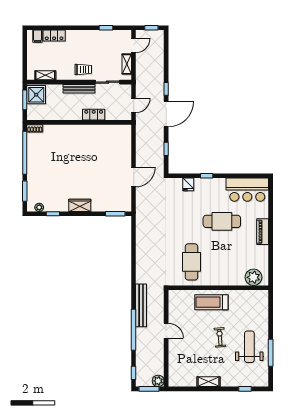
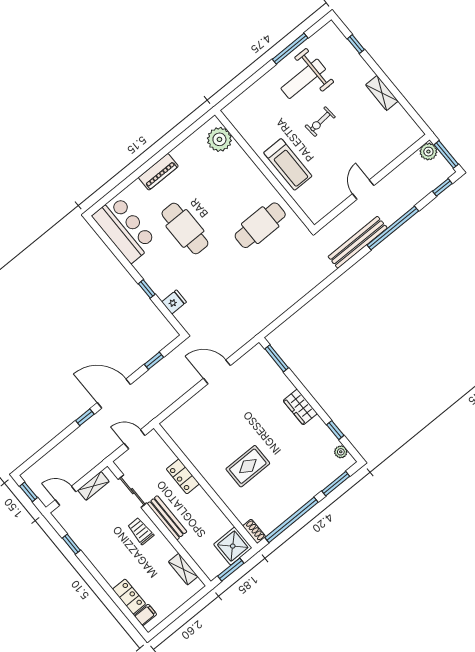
shower: (36, 95) -> (233, 546), moved
rug: (71, 153) -> (248, 466), added

